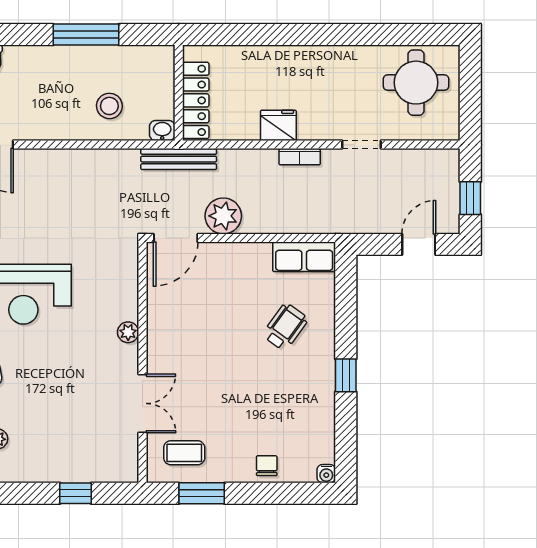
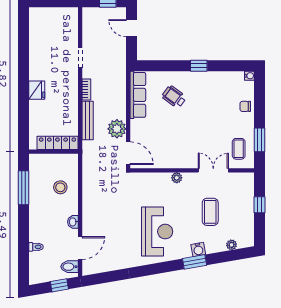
window: (86, 34) -> (24, 188), moved
round table: (416, 83) -> (48, 30), removed
fridge: (278, 125) -> (37, 90), moved, turned 180
washbasin: (162, 131) -> (73, 222), moved
bench: (179, 159) -> (88, 121), moved
row of seats: (304, 257) -> (138, 95), width x1.48
coffee table: (62, 397) -> (210, 212), added

